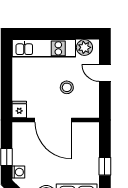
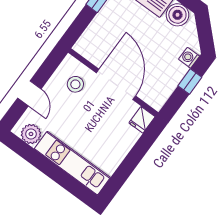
stool: (67, 87) -> (75, 84), moved

